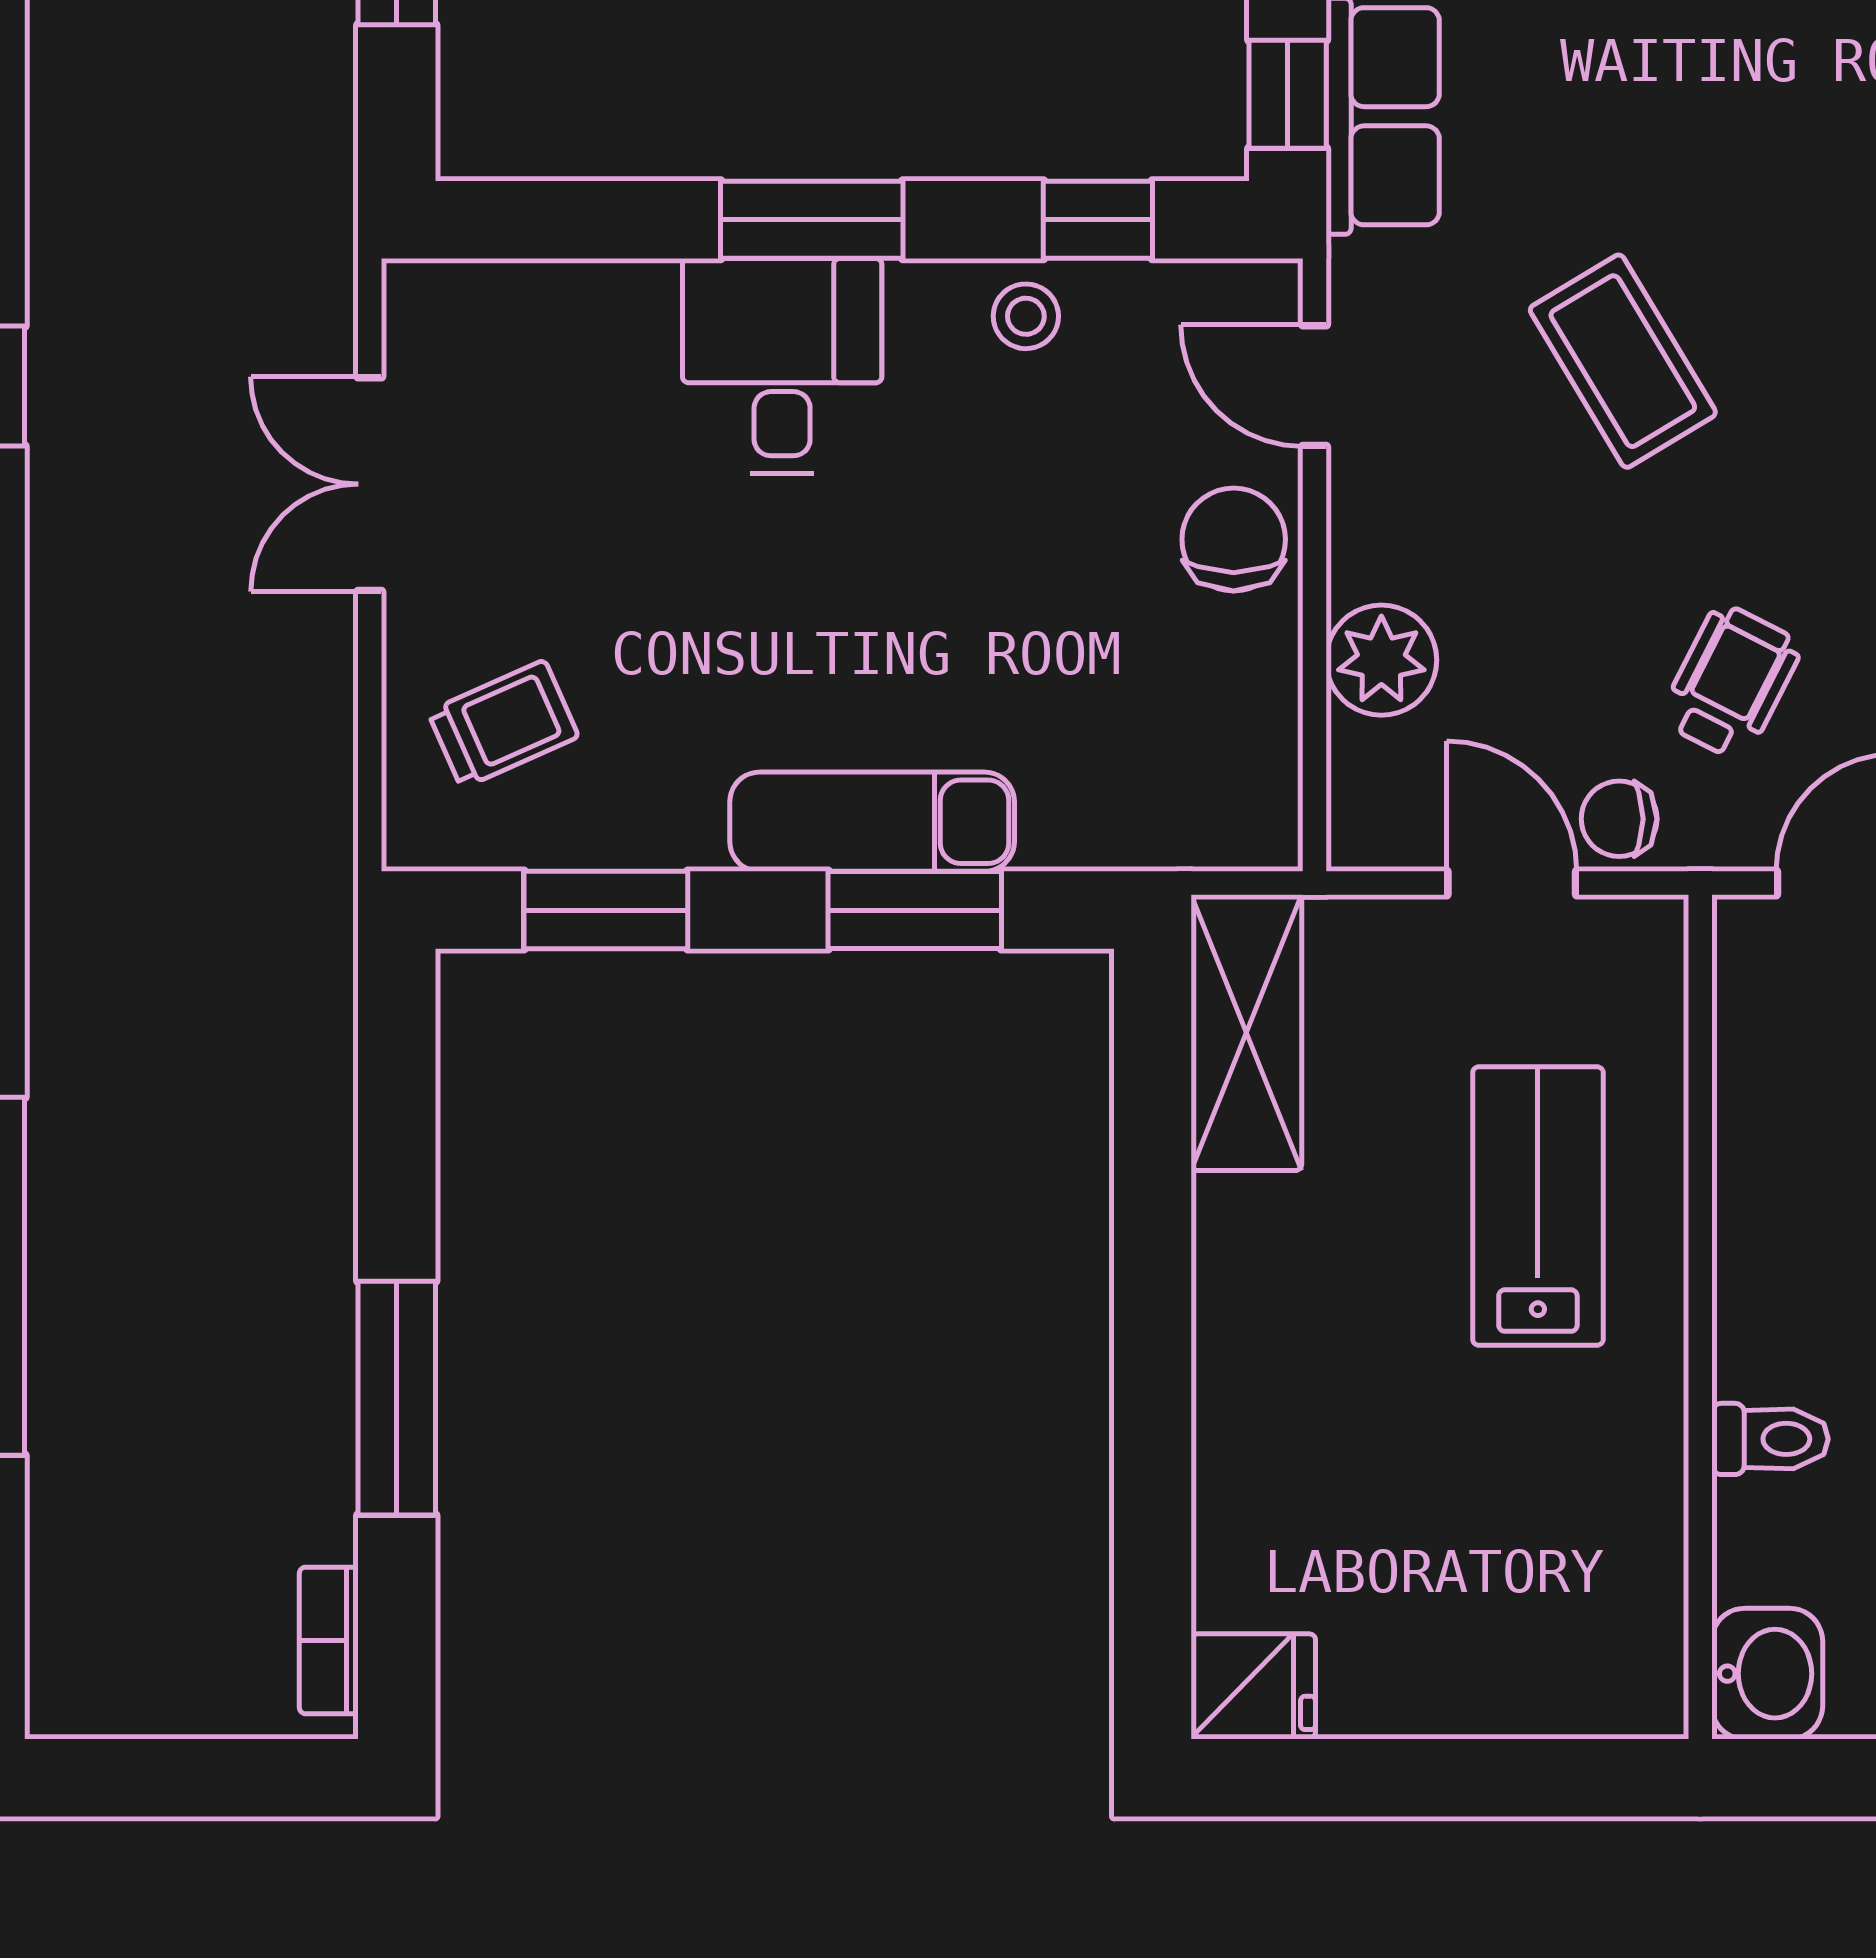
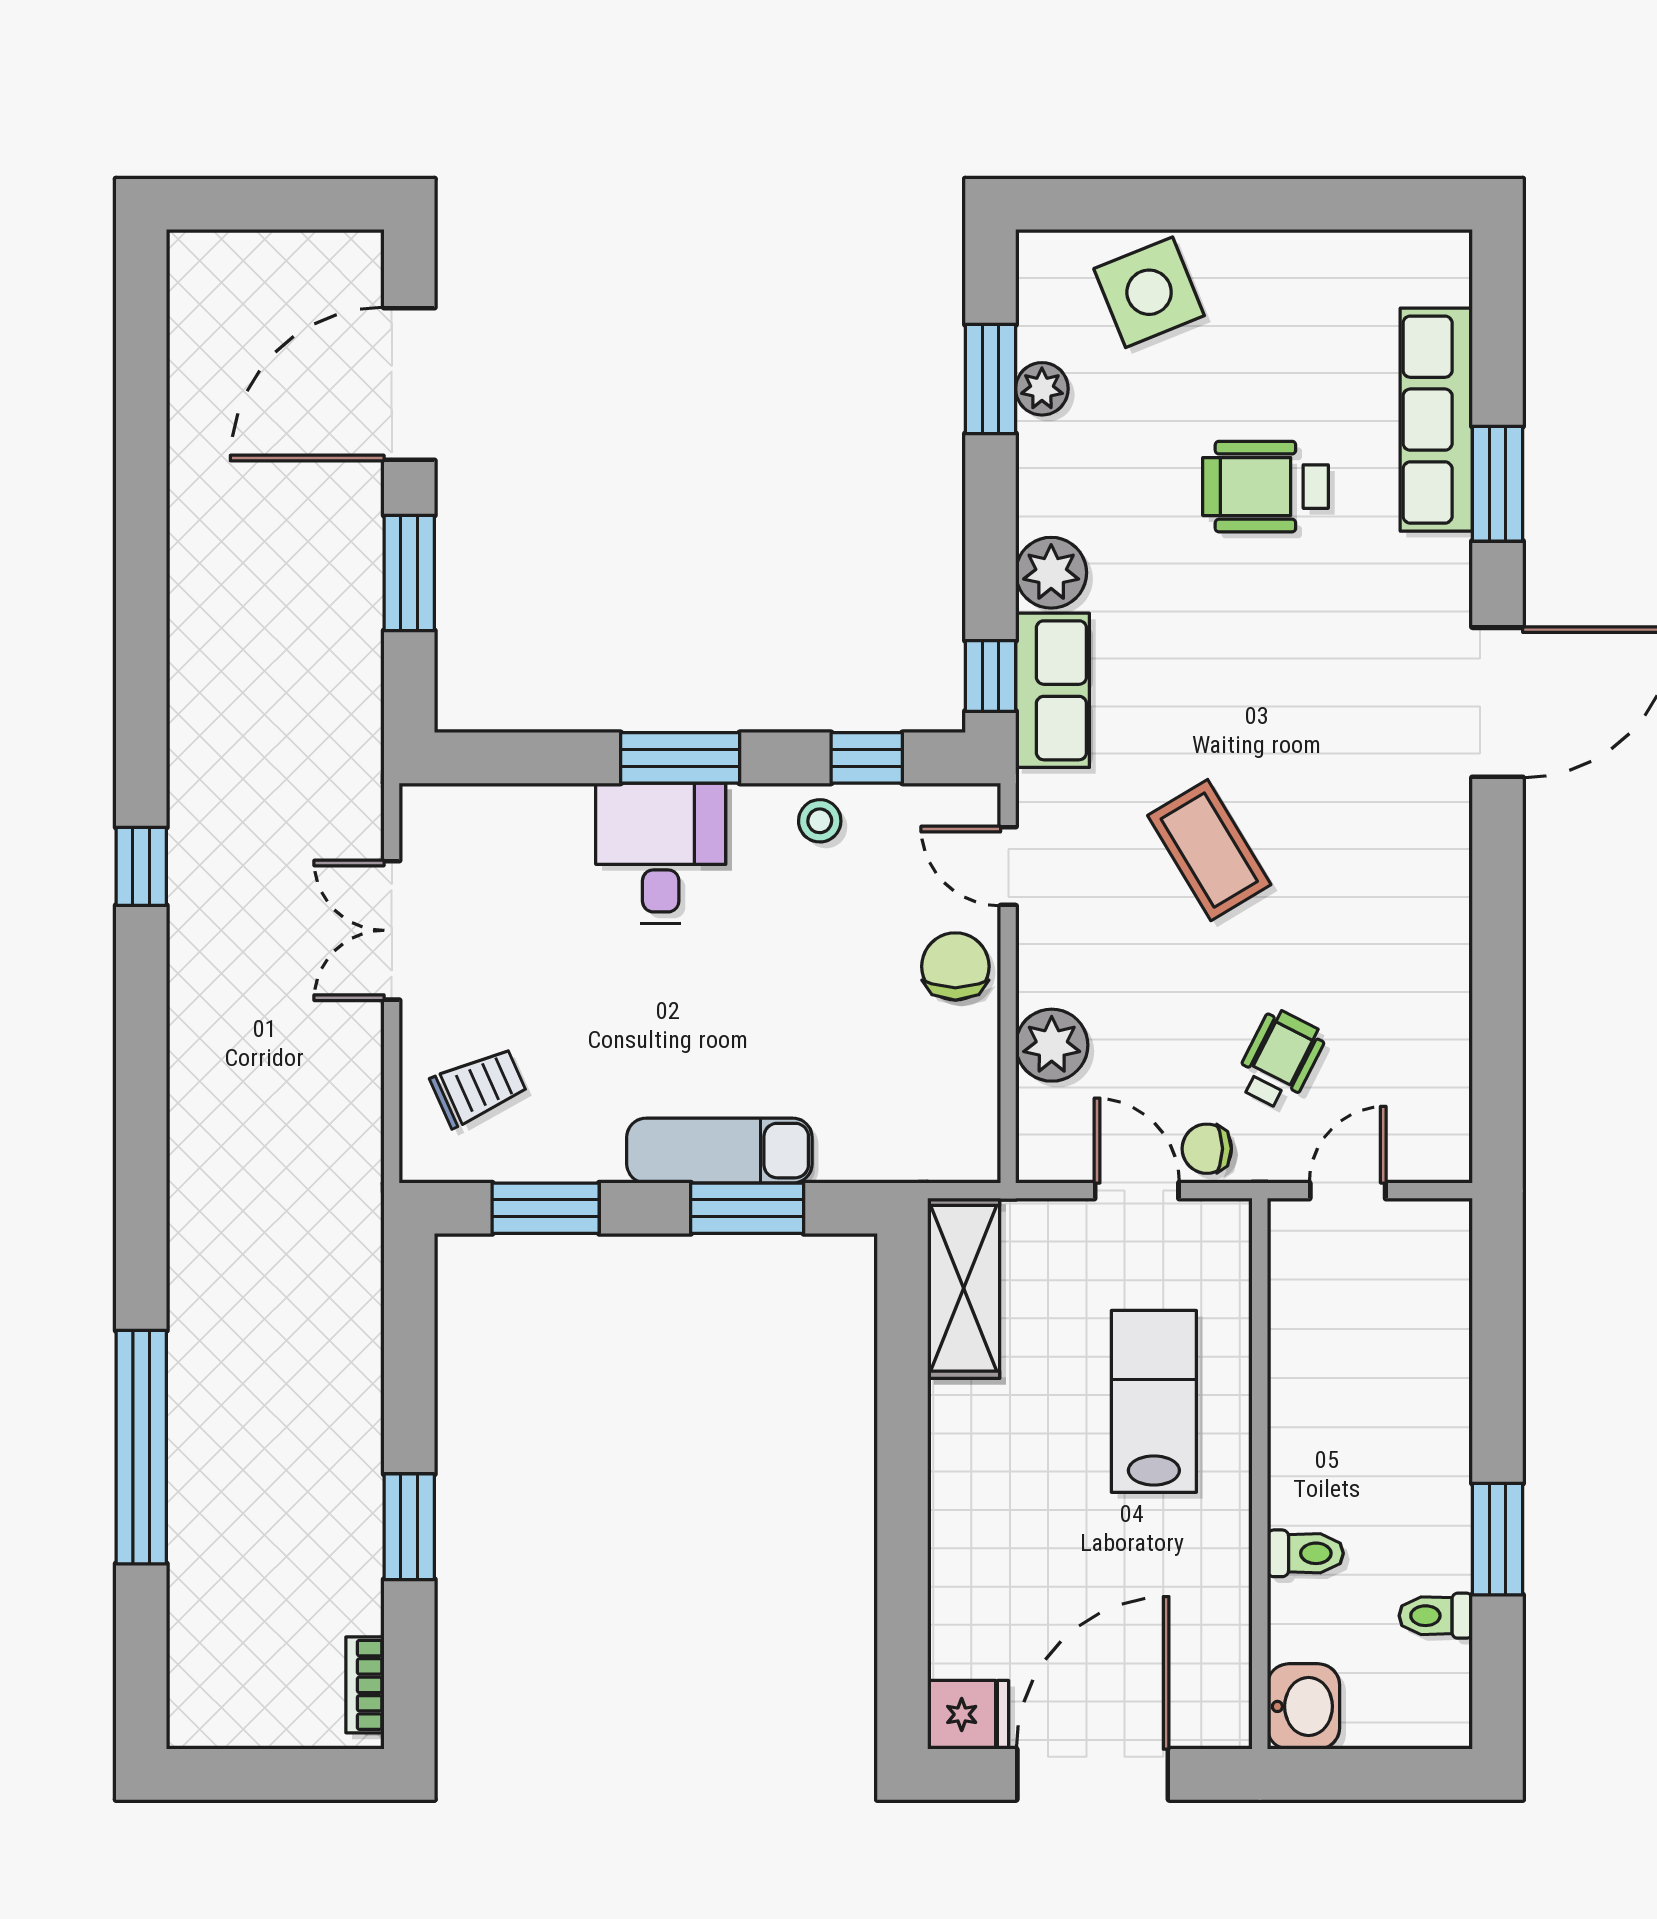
window: (397, 1398) -> (409, 1527), width x0.69
door: (1444, 1778) -> (1093, 1774), added

